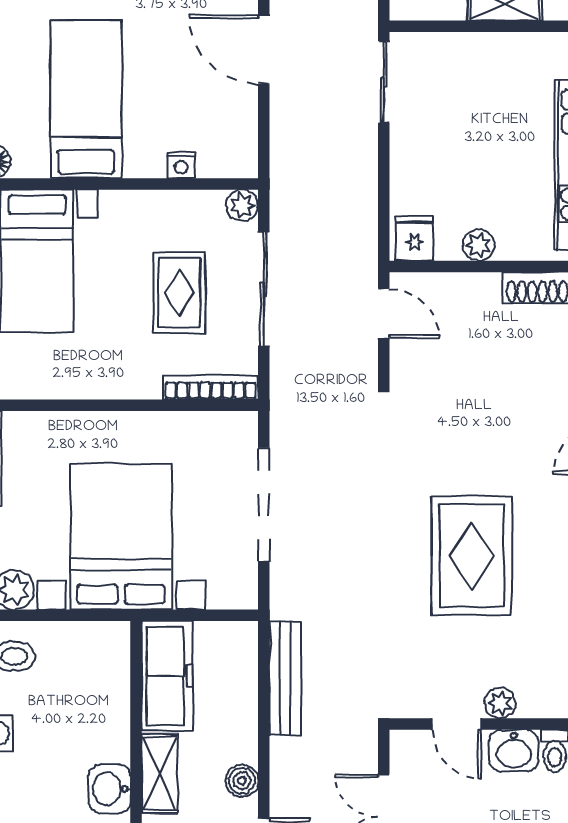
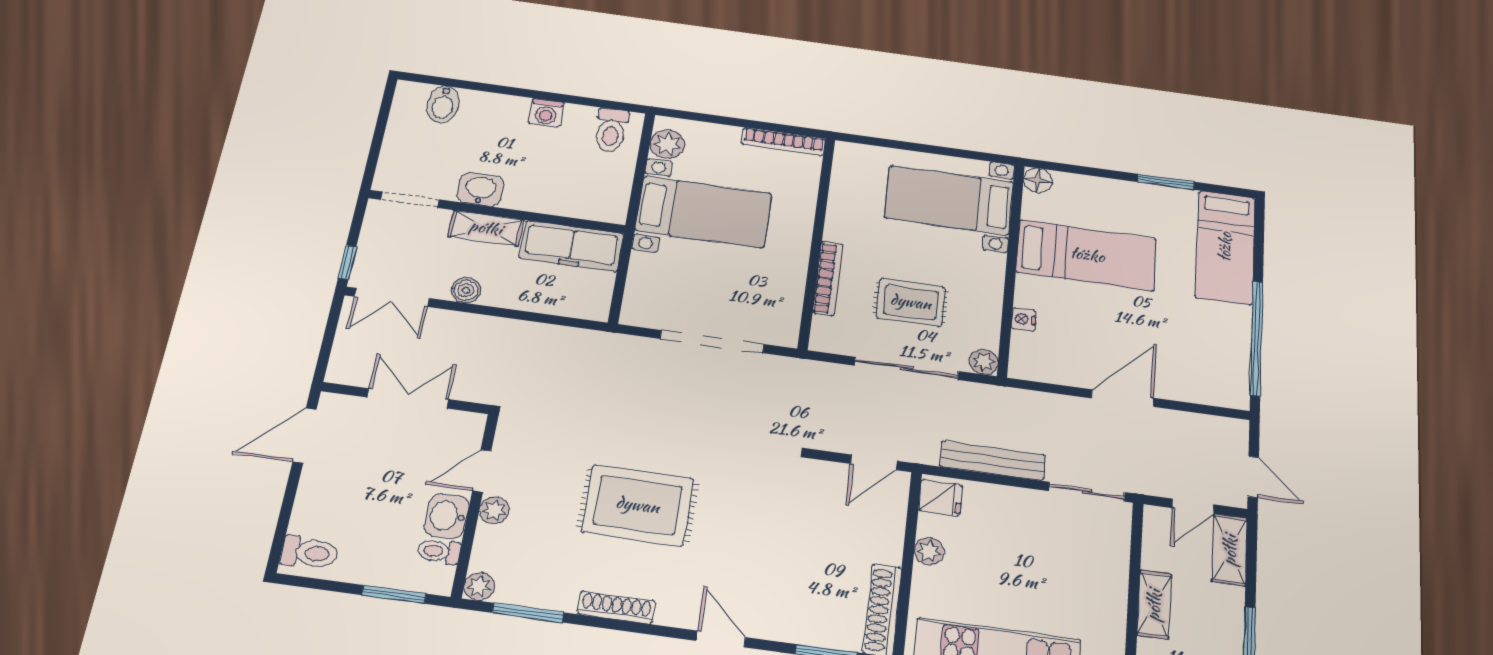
bookcase: (211, 387) -> (828, 278), moved
bed with nightstands: (121, 537) -> (704, 212), width x0.73
bench: (285, 678) -> (993, 461), moved

